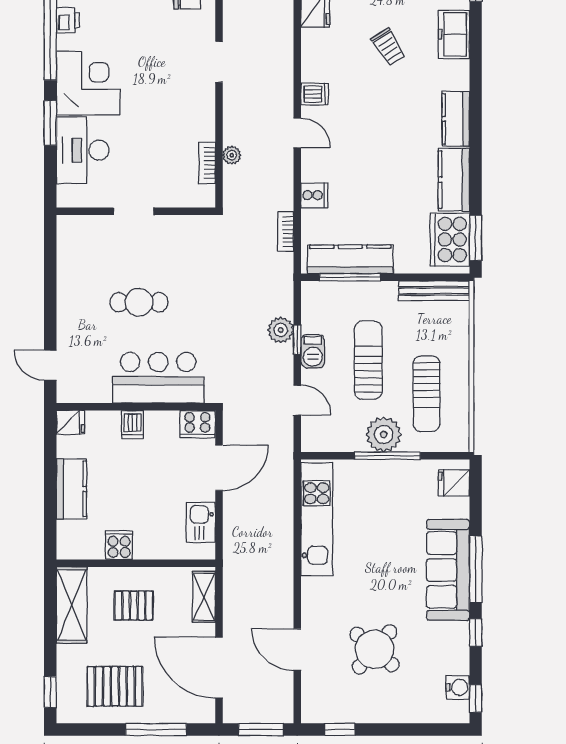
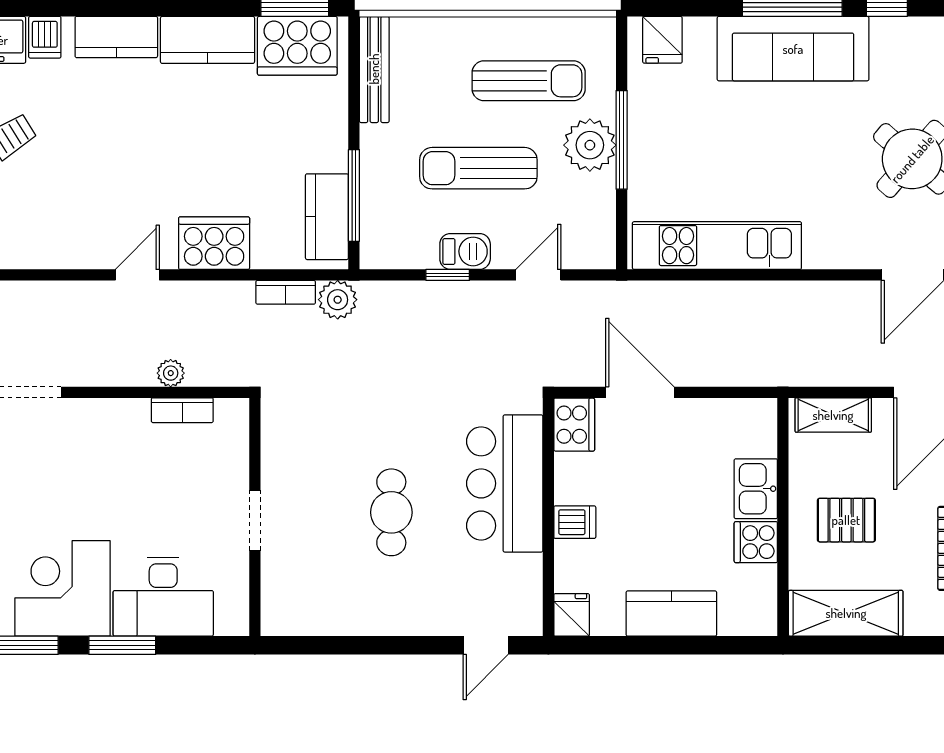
dishwasher: (315, 94) -> (45, 37), moved, turned 180
cooker: (314, 195) -> (214, 243), width x1.87, depth x1.31
kitchen counter: (350, 259) -> (327, 217), width x0.67
plant: (281, 330) -> (338, 300), moved
kitchen sink: (201, 522) -> (756, 489), moved, turned 90
pallet: (134, 606) -> (846, 520), turned 90

